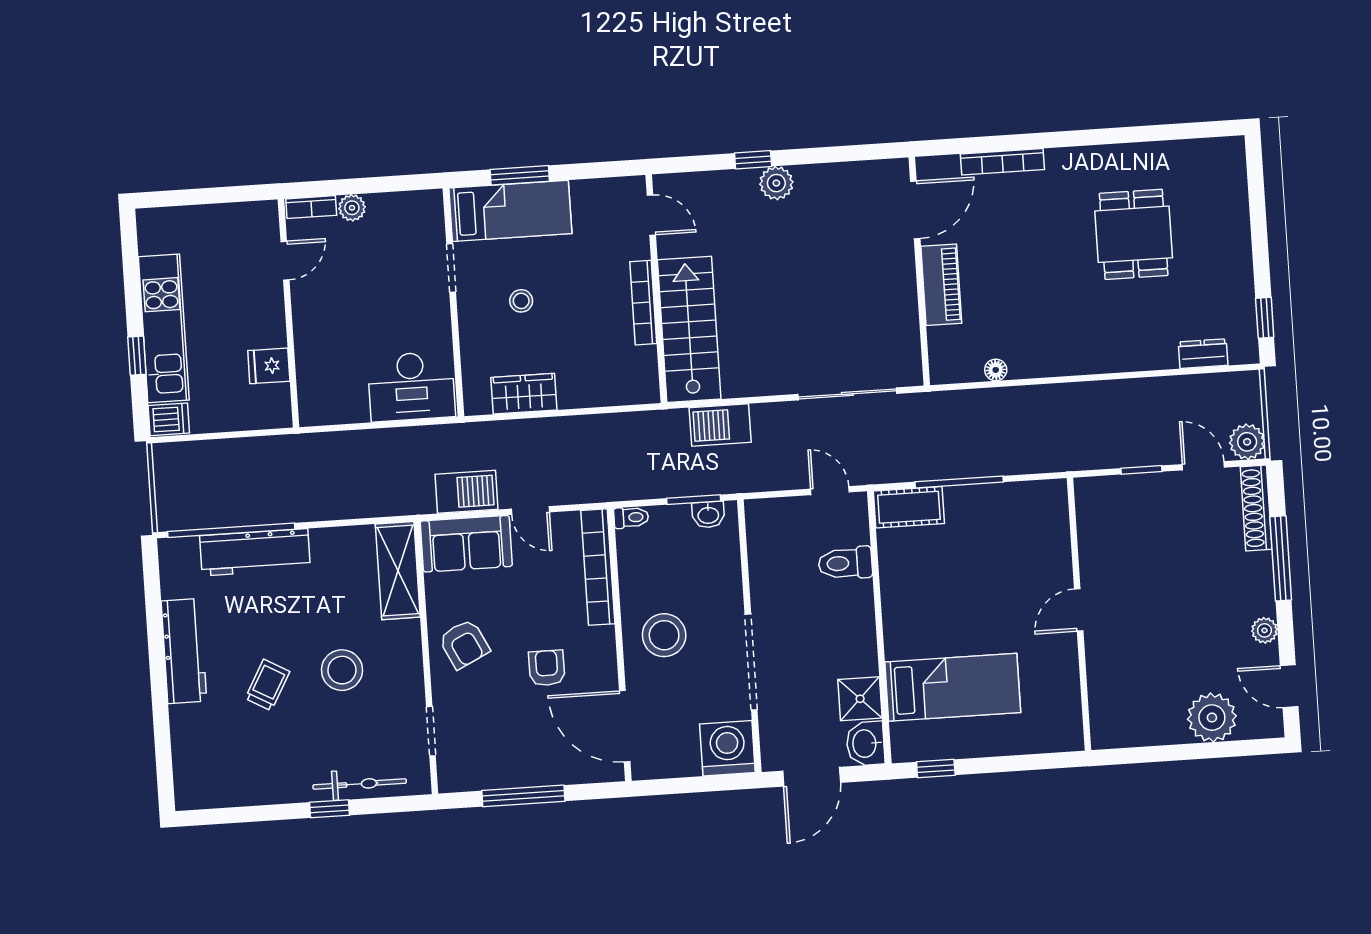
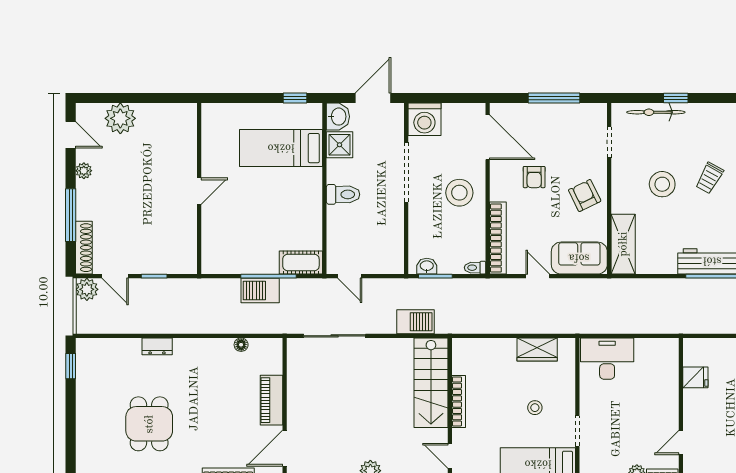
dresser: (1203, 354) -> (157, 346), moved
barbecue: (466, 492) -> (260, 291), moved
toilet: (845, 563) -> (343, 194), moved

